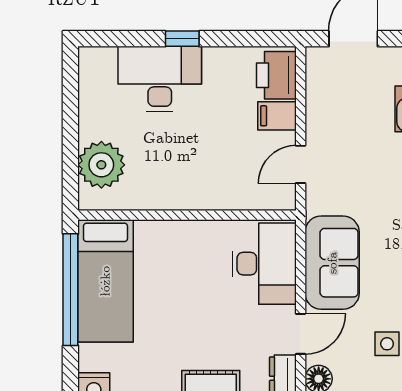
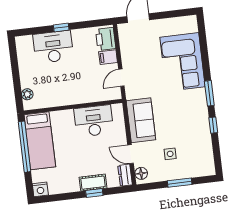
plant: (101, 165) -> (27, 94), width x0.53, depth x0.53
desk: (264, 264) -> (94, 121), moved, turned -90
door: (301, 334) -> (131, 154), swing flipped

